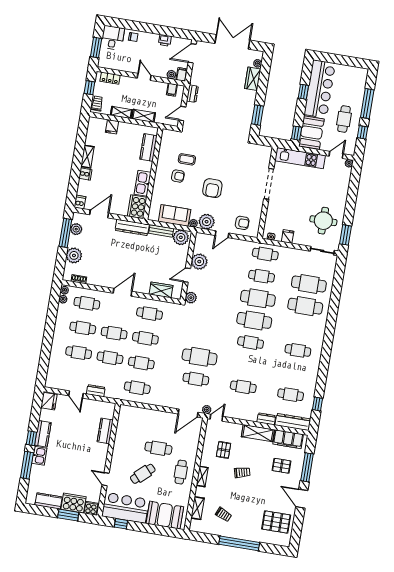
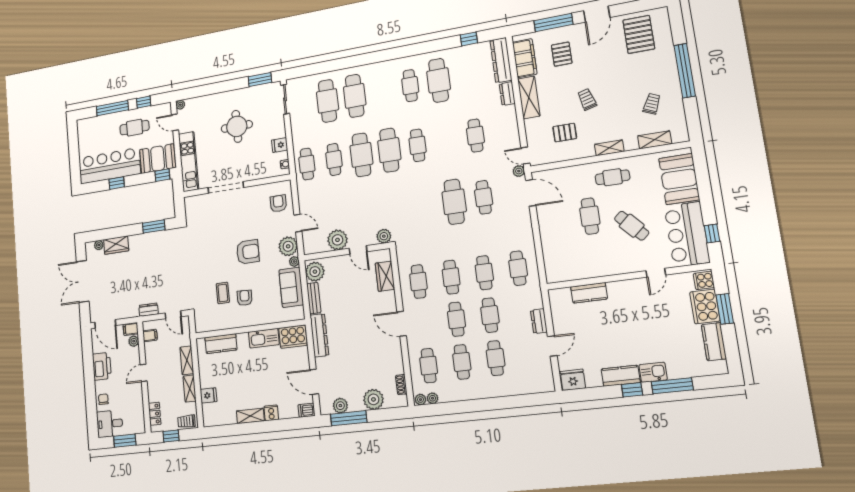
printer: (165, 40) -> (102, 366), width x1.87, depth x1.48
round table: (323, 221) -> (237, 126), moved
cafe table: (291, 395) -> (439, 80), moved, width x1.37, depth x1.35

